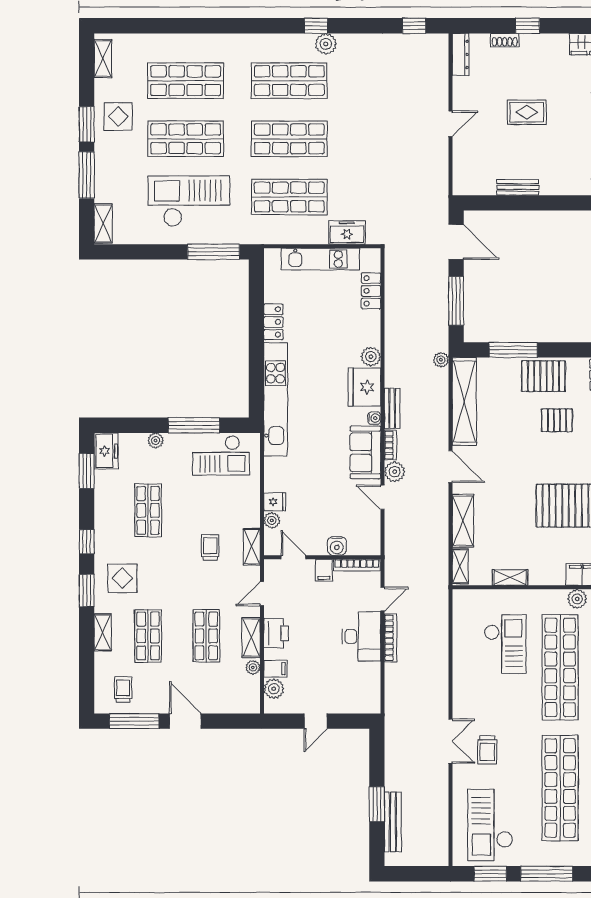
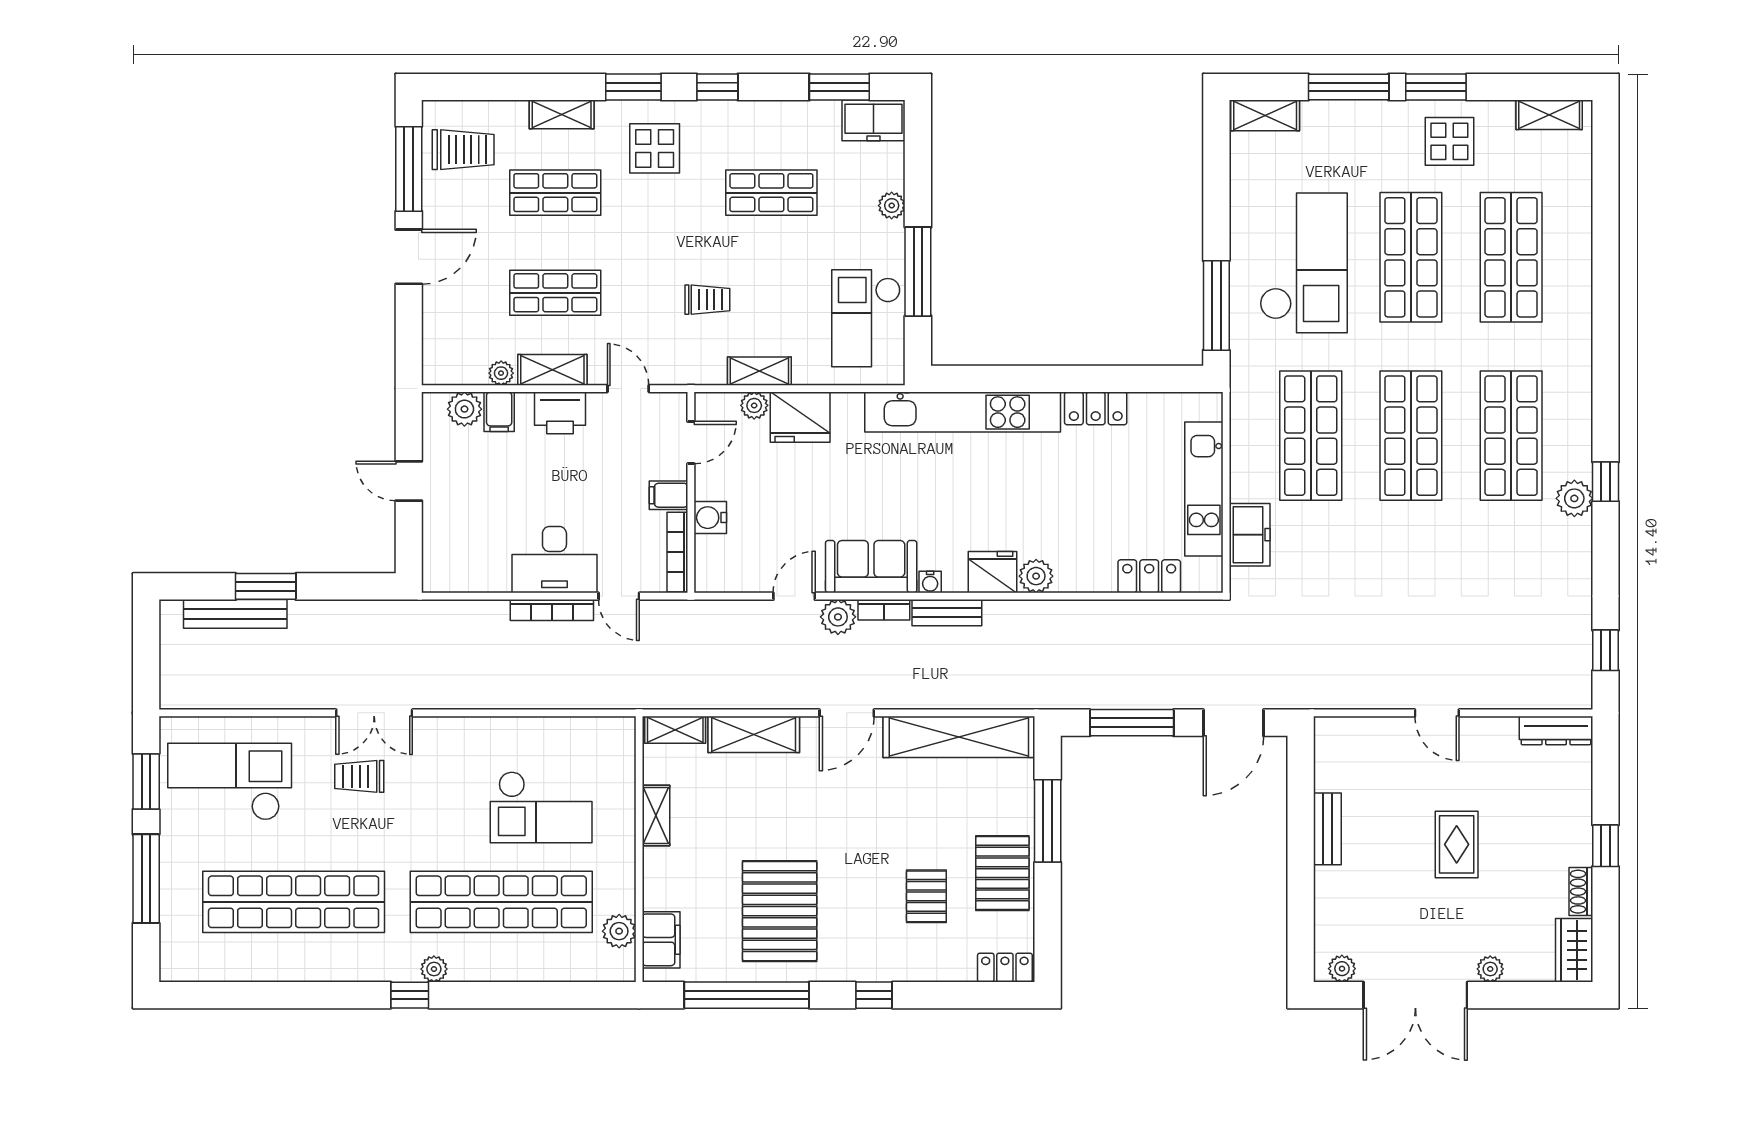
shoe rack: (505, 40) -> (1581, 892), moved
plant: (441, 360) -> (1031, 697), removed
fridge: (364, 387) -> (992, 572), width x0.73, depth x0.75
fridge: (275, 502) -> (800, 417), width x1.88, depth x1.34
shelving: (252, 547) -> (759, 371), moved
trolley: (123, 689) -> (463, 150), width x1.36, depth x1.39

